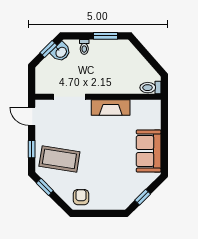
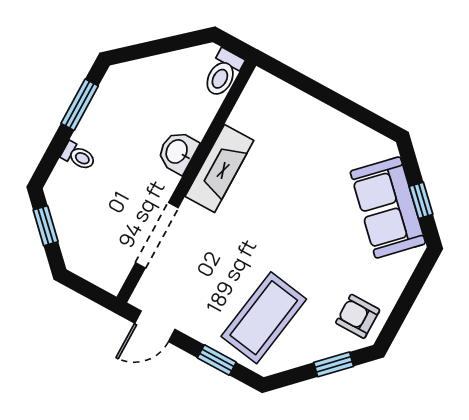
washbasin: (61, 52) -> (177, 152), moved, turned -135
sofa: (149, 151) -> (388, 207), moved, turned 45
window: (45, 187) -> (334, 364), moved

